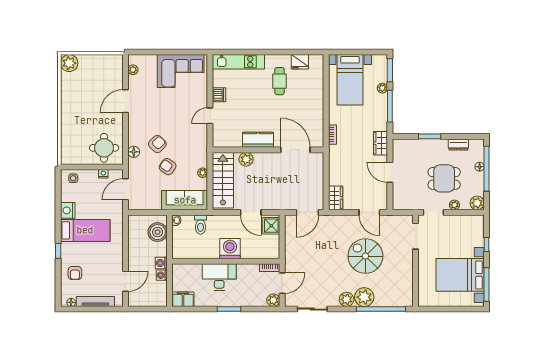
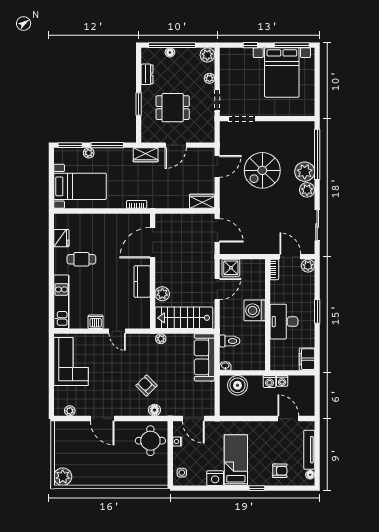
armchair: (168, 167) -> (170, 375), removed
plant: (203, 173) -> (161, 339), moved
dining table: (444, 178) -> (173, 108), moved, turned 90

